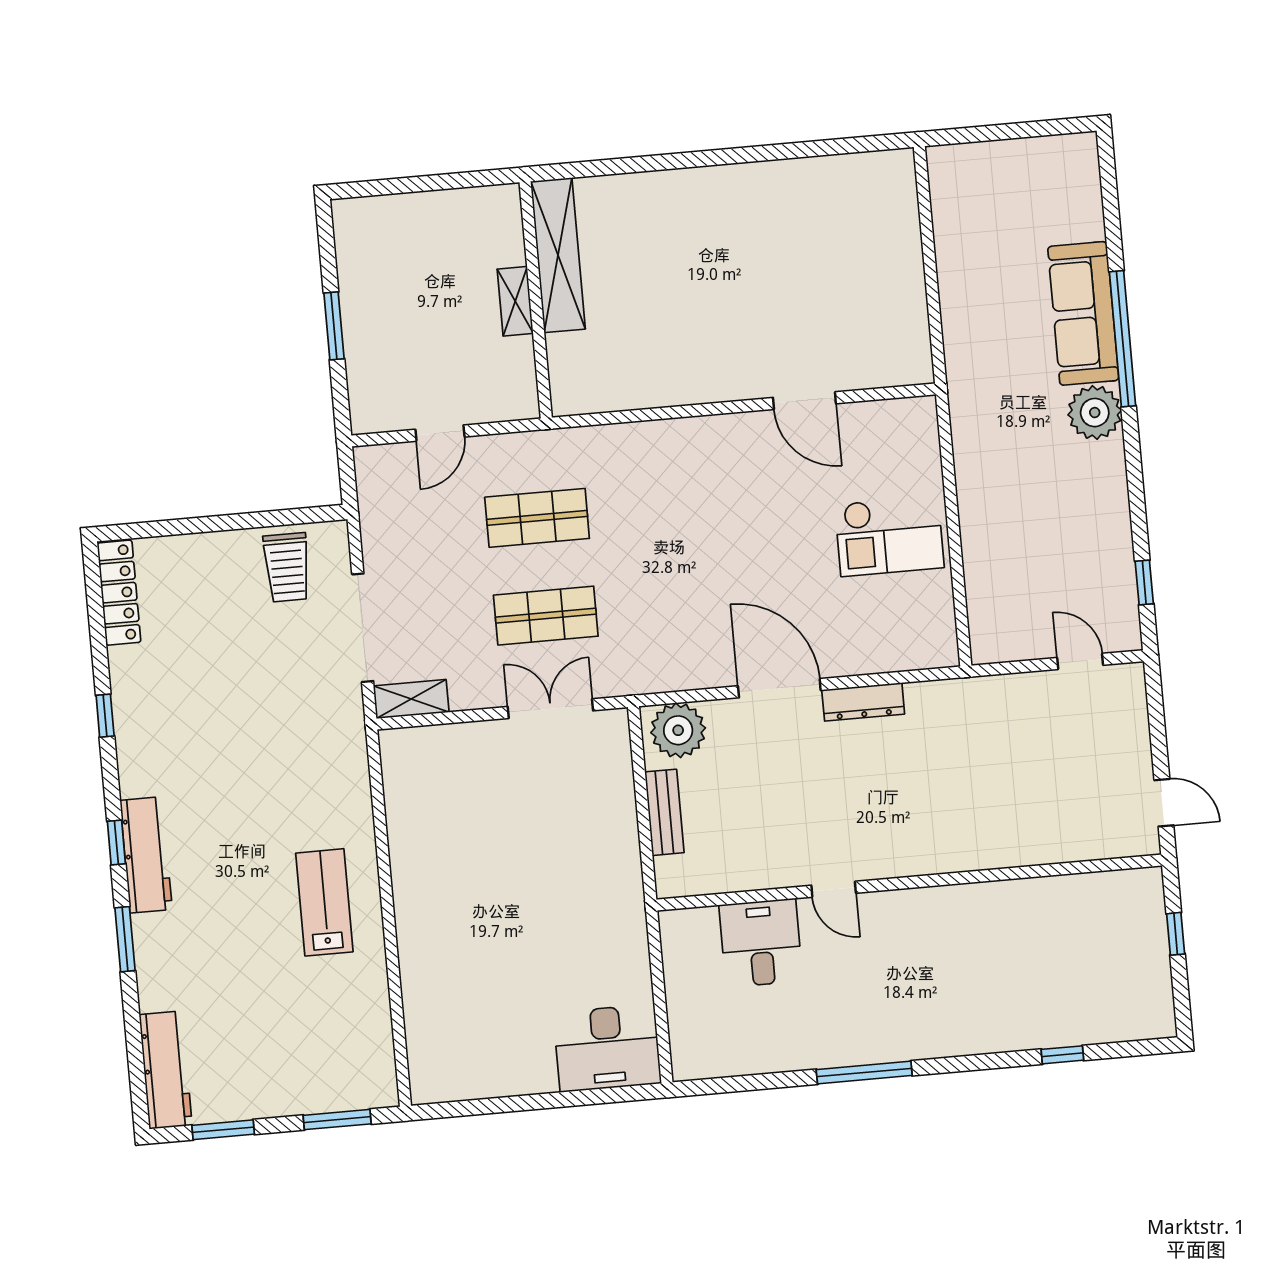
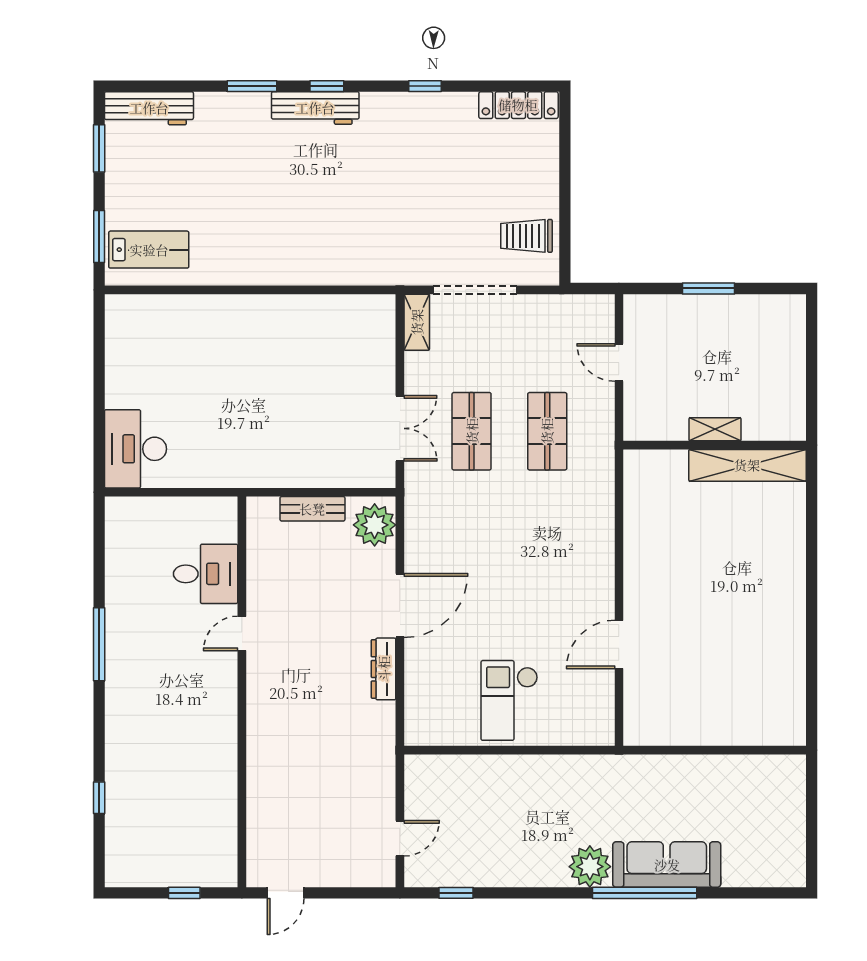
lab bench: (324, 902) -> (149, 250), moved

